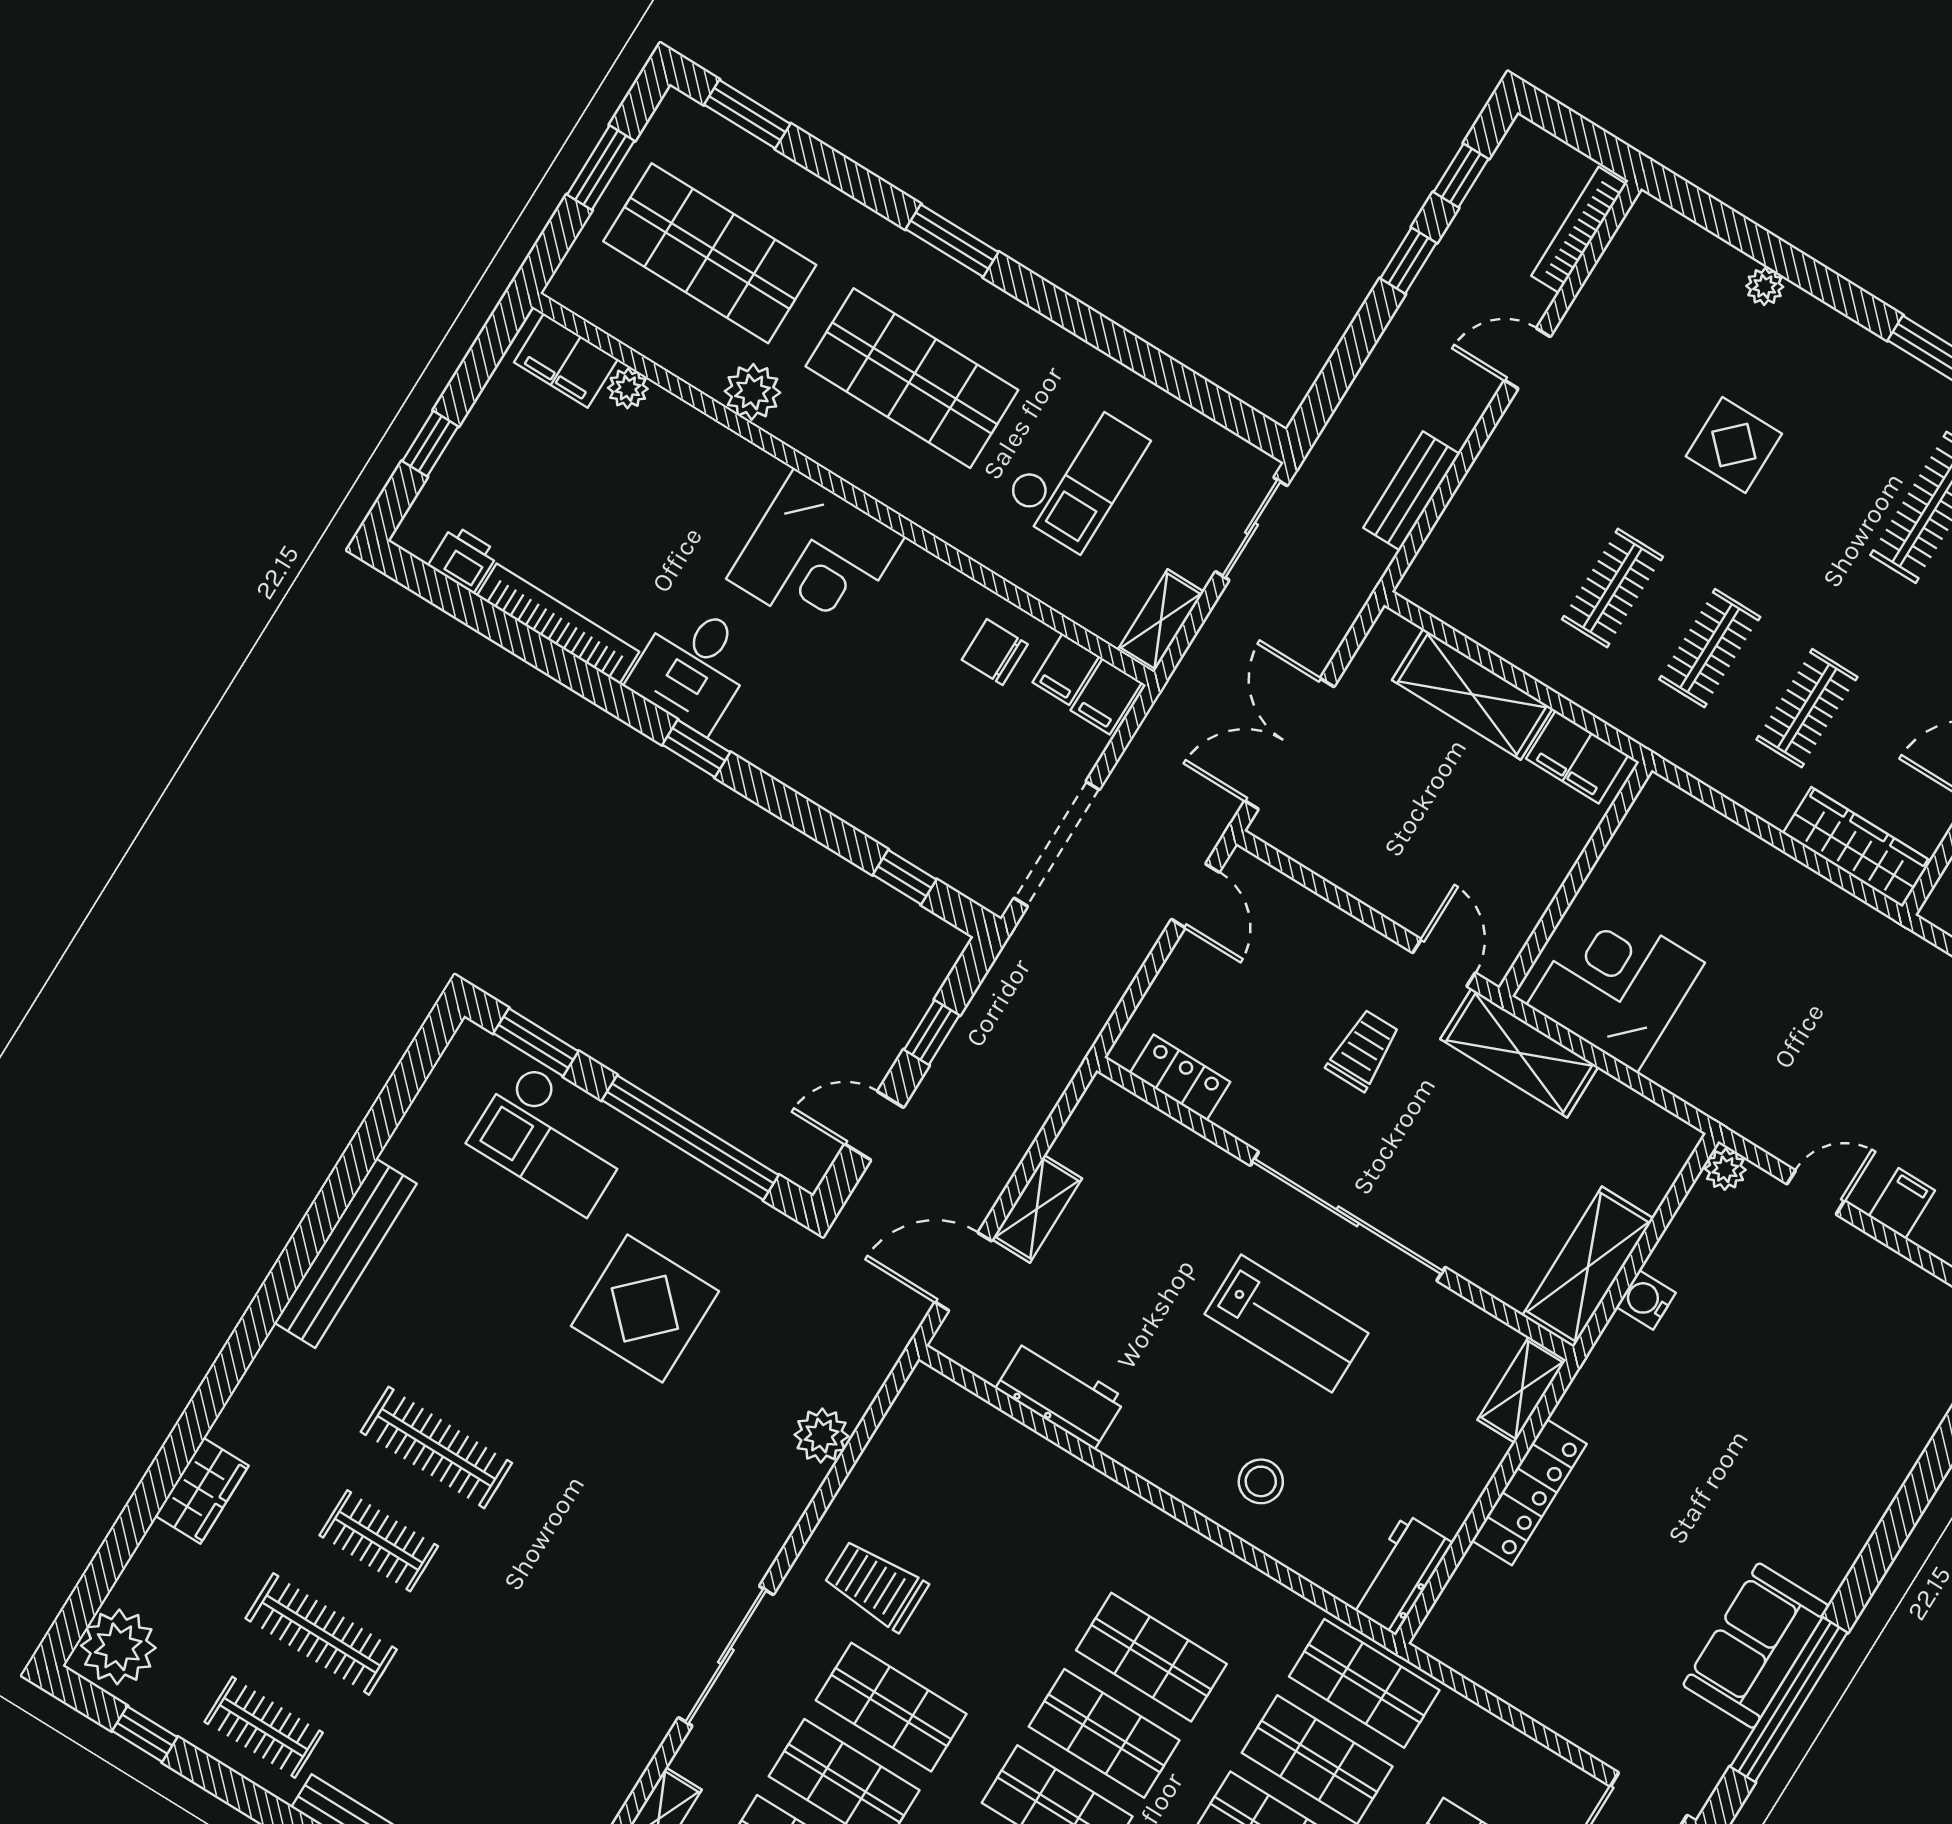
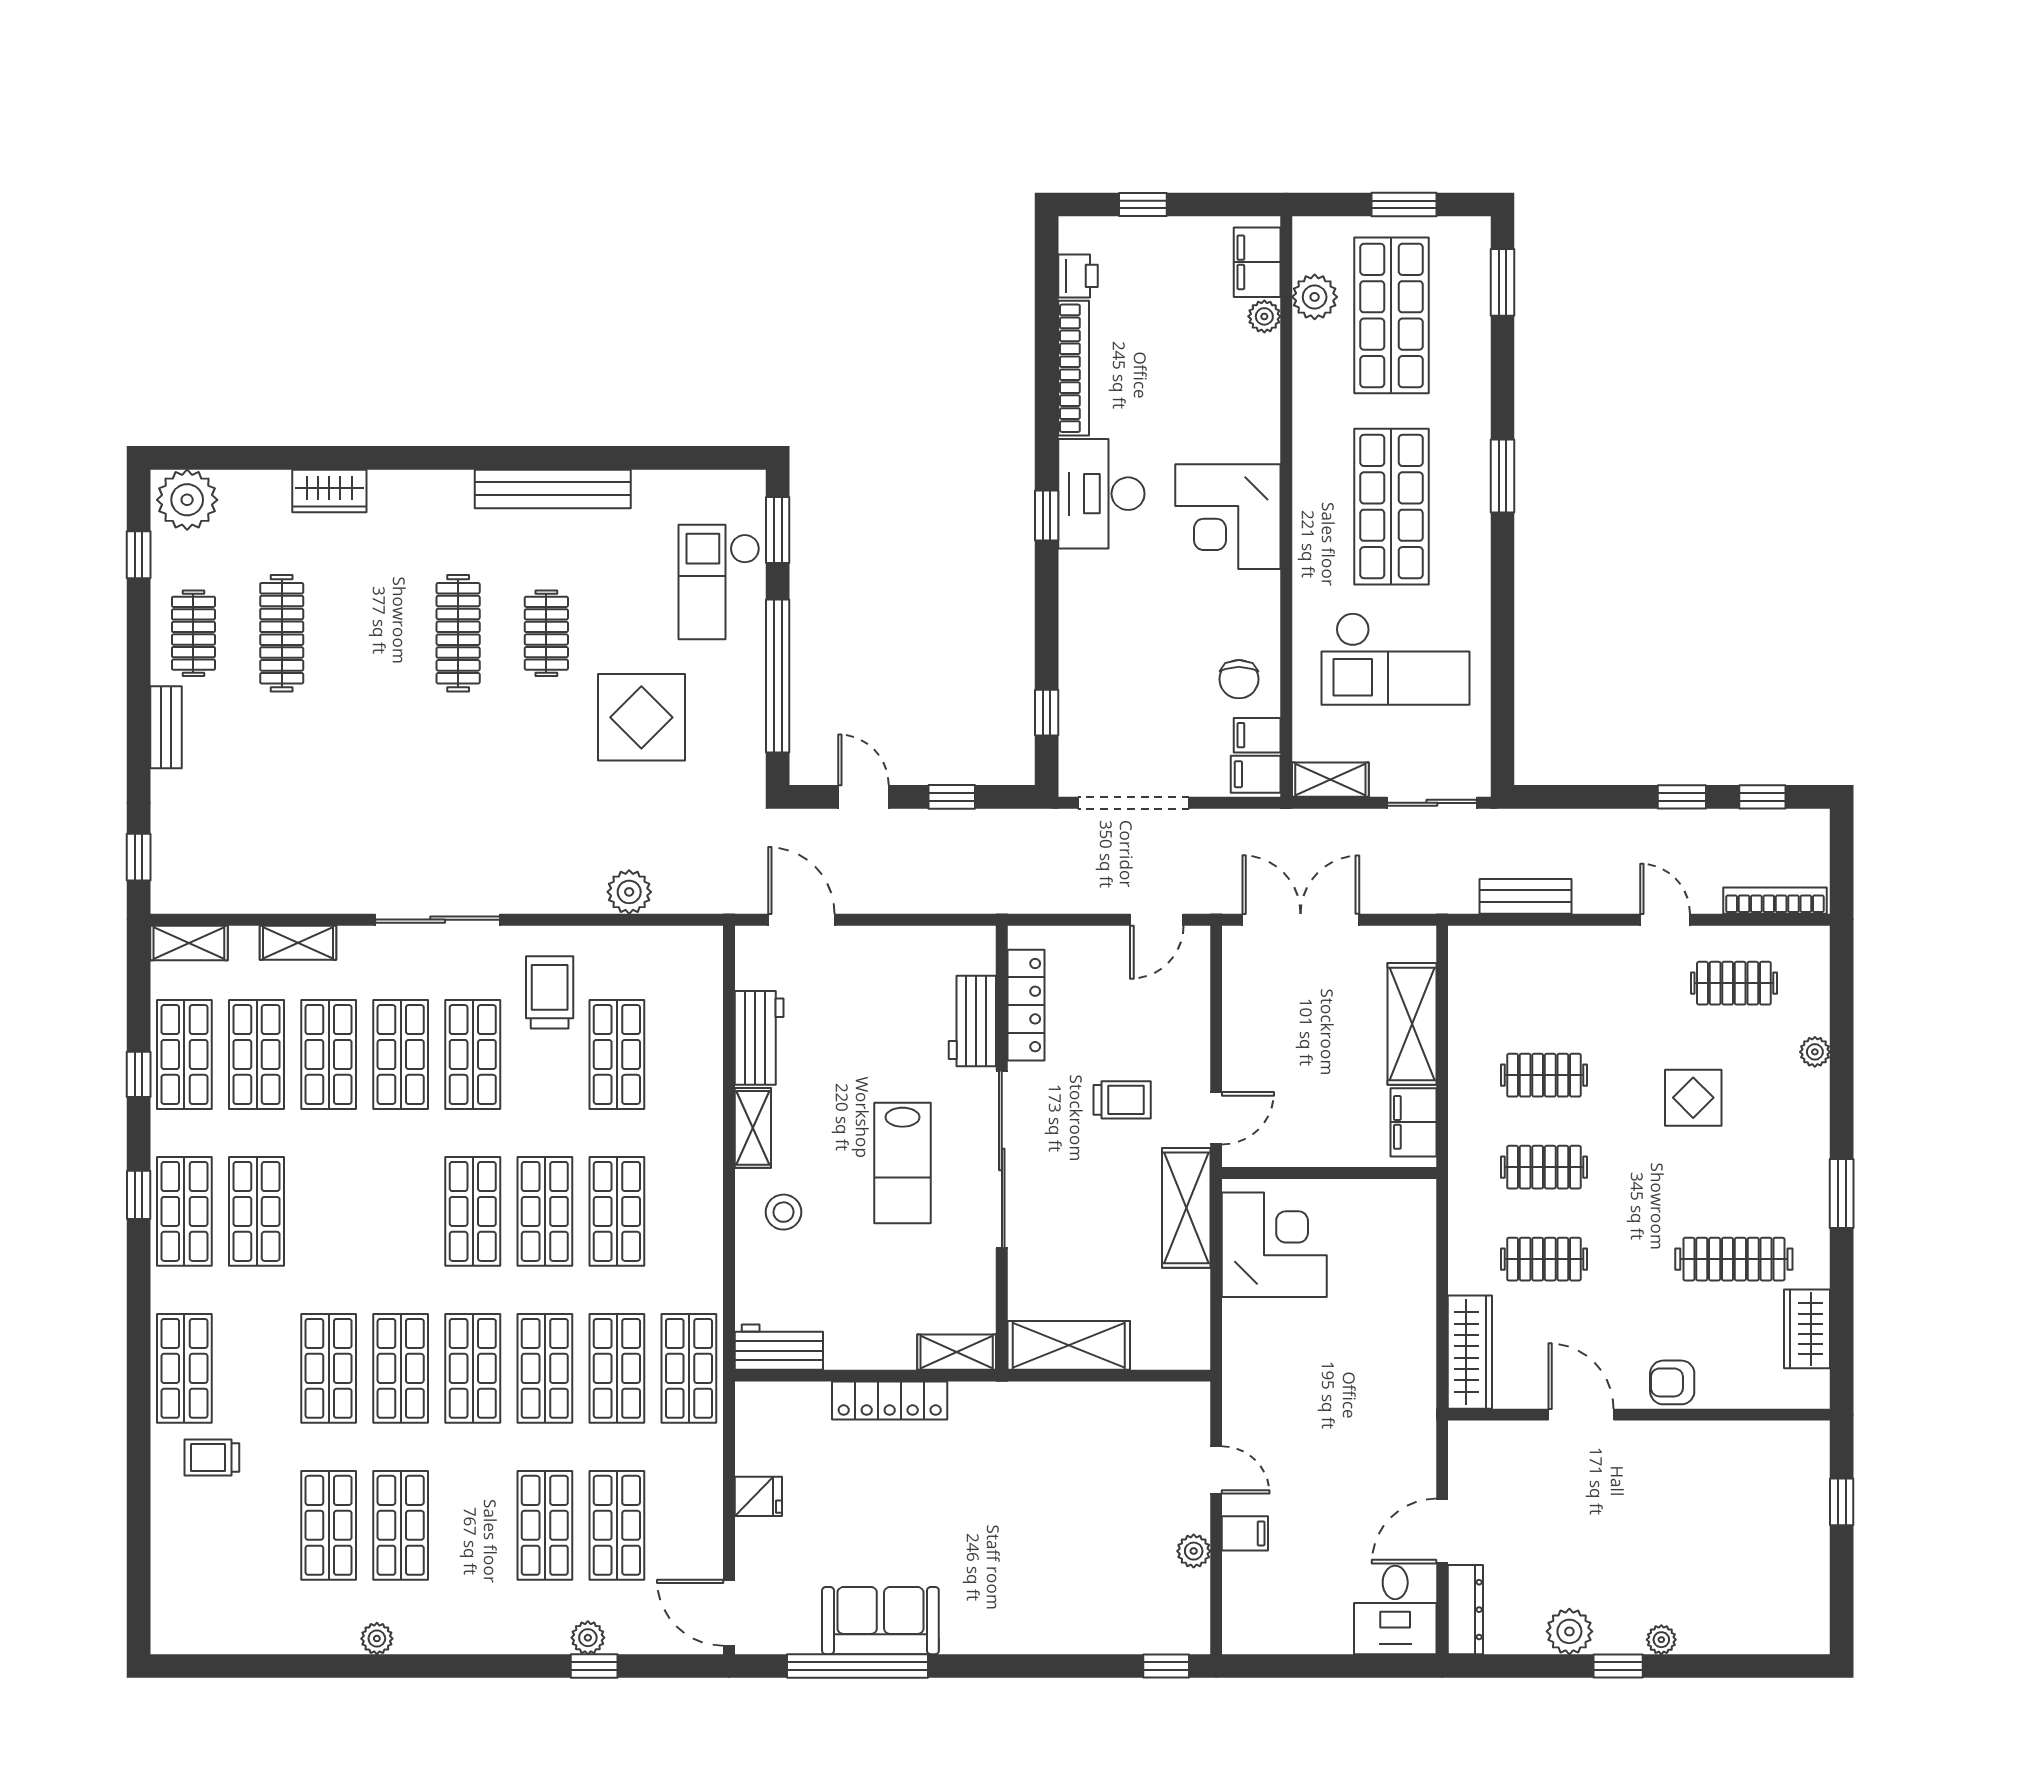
clothes rail: (1639, 327) -> (1734, 983), added
plant: (752, 392) -> (1315, 297), moved
checkout: (1075, 473) -> (1396, 659), width x1.36, depth x1.21
chair: (995, 652) -> (1239, 679), turned 180
desk: (693, 667) -> (1101, 494), width x1.37
locker: (1180, 1077) -> (1026, 1005), width x1.53
workbench: (1182, 1157) -> (972, 1021), added
plant: (1725, 1169) -> (1194, 1551), moved
shelving: (1037, 1209) -> (753, 1128), moved, turned 90
water cooler: (1646, 1300) -> (1071, 1399), removed
clothes rail: (379, 1541) -> (546, 633), moved
shop shelf: (985, 1555) -> (617, 1054), added
fridge: (1545, 1694) -> (758, 1496), added

